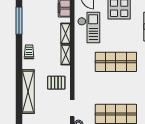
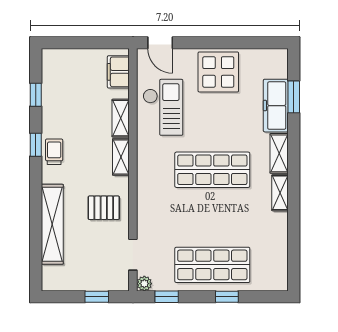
window: (19, 21) -> (36, 95), width x0.46
window: (19, 48) -> (36, 145), added

